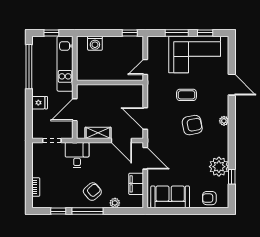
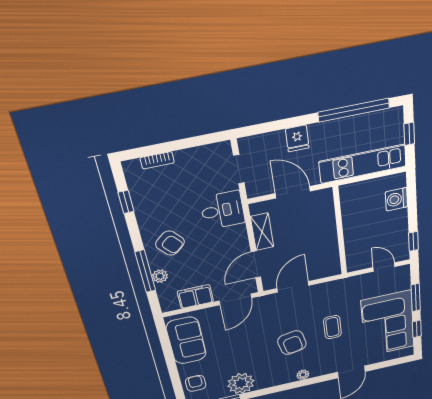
door: (145, 67) -> (384, 267), moved
window: (88, 211) -> (145, 271), moved

